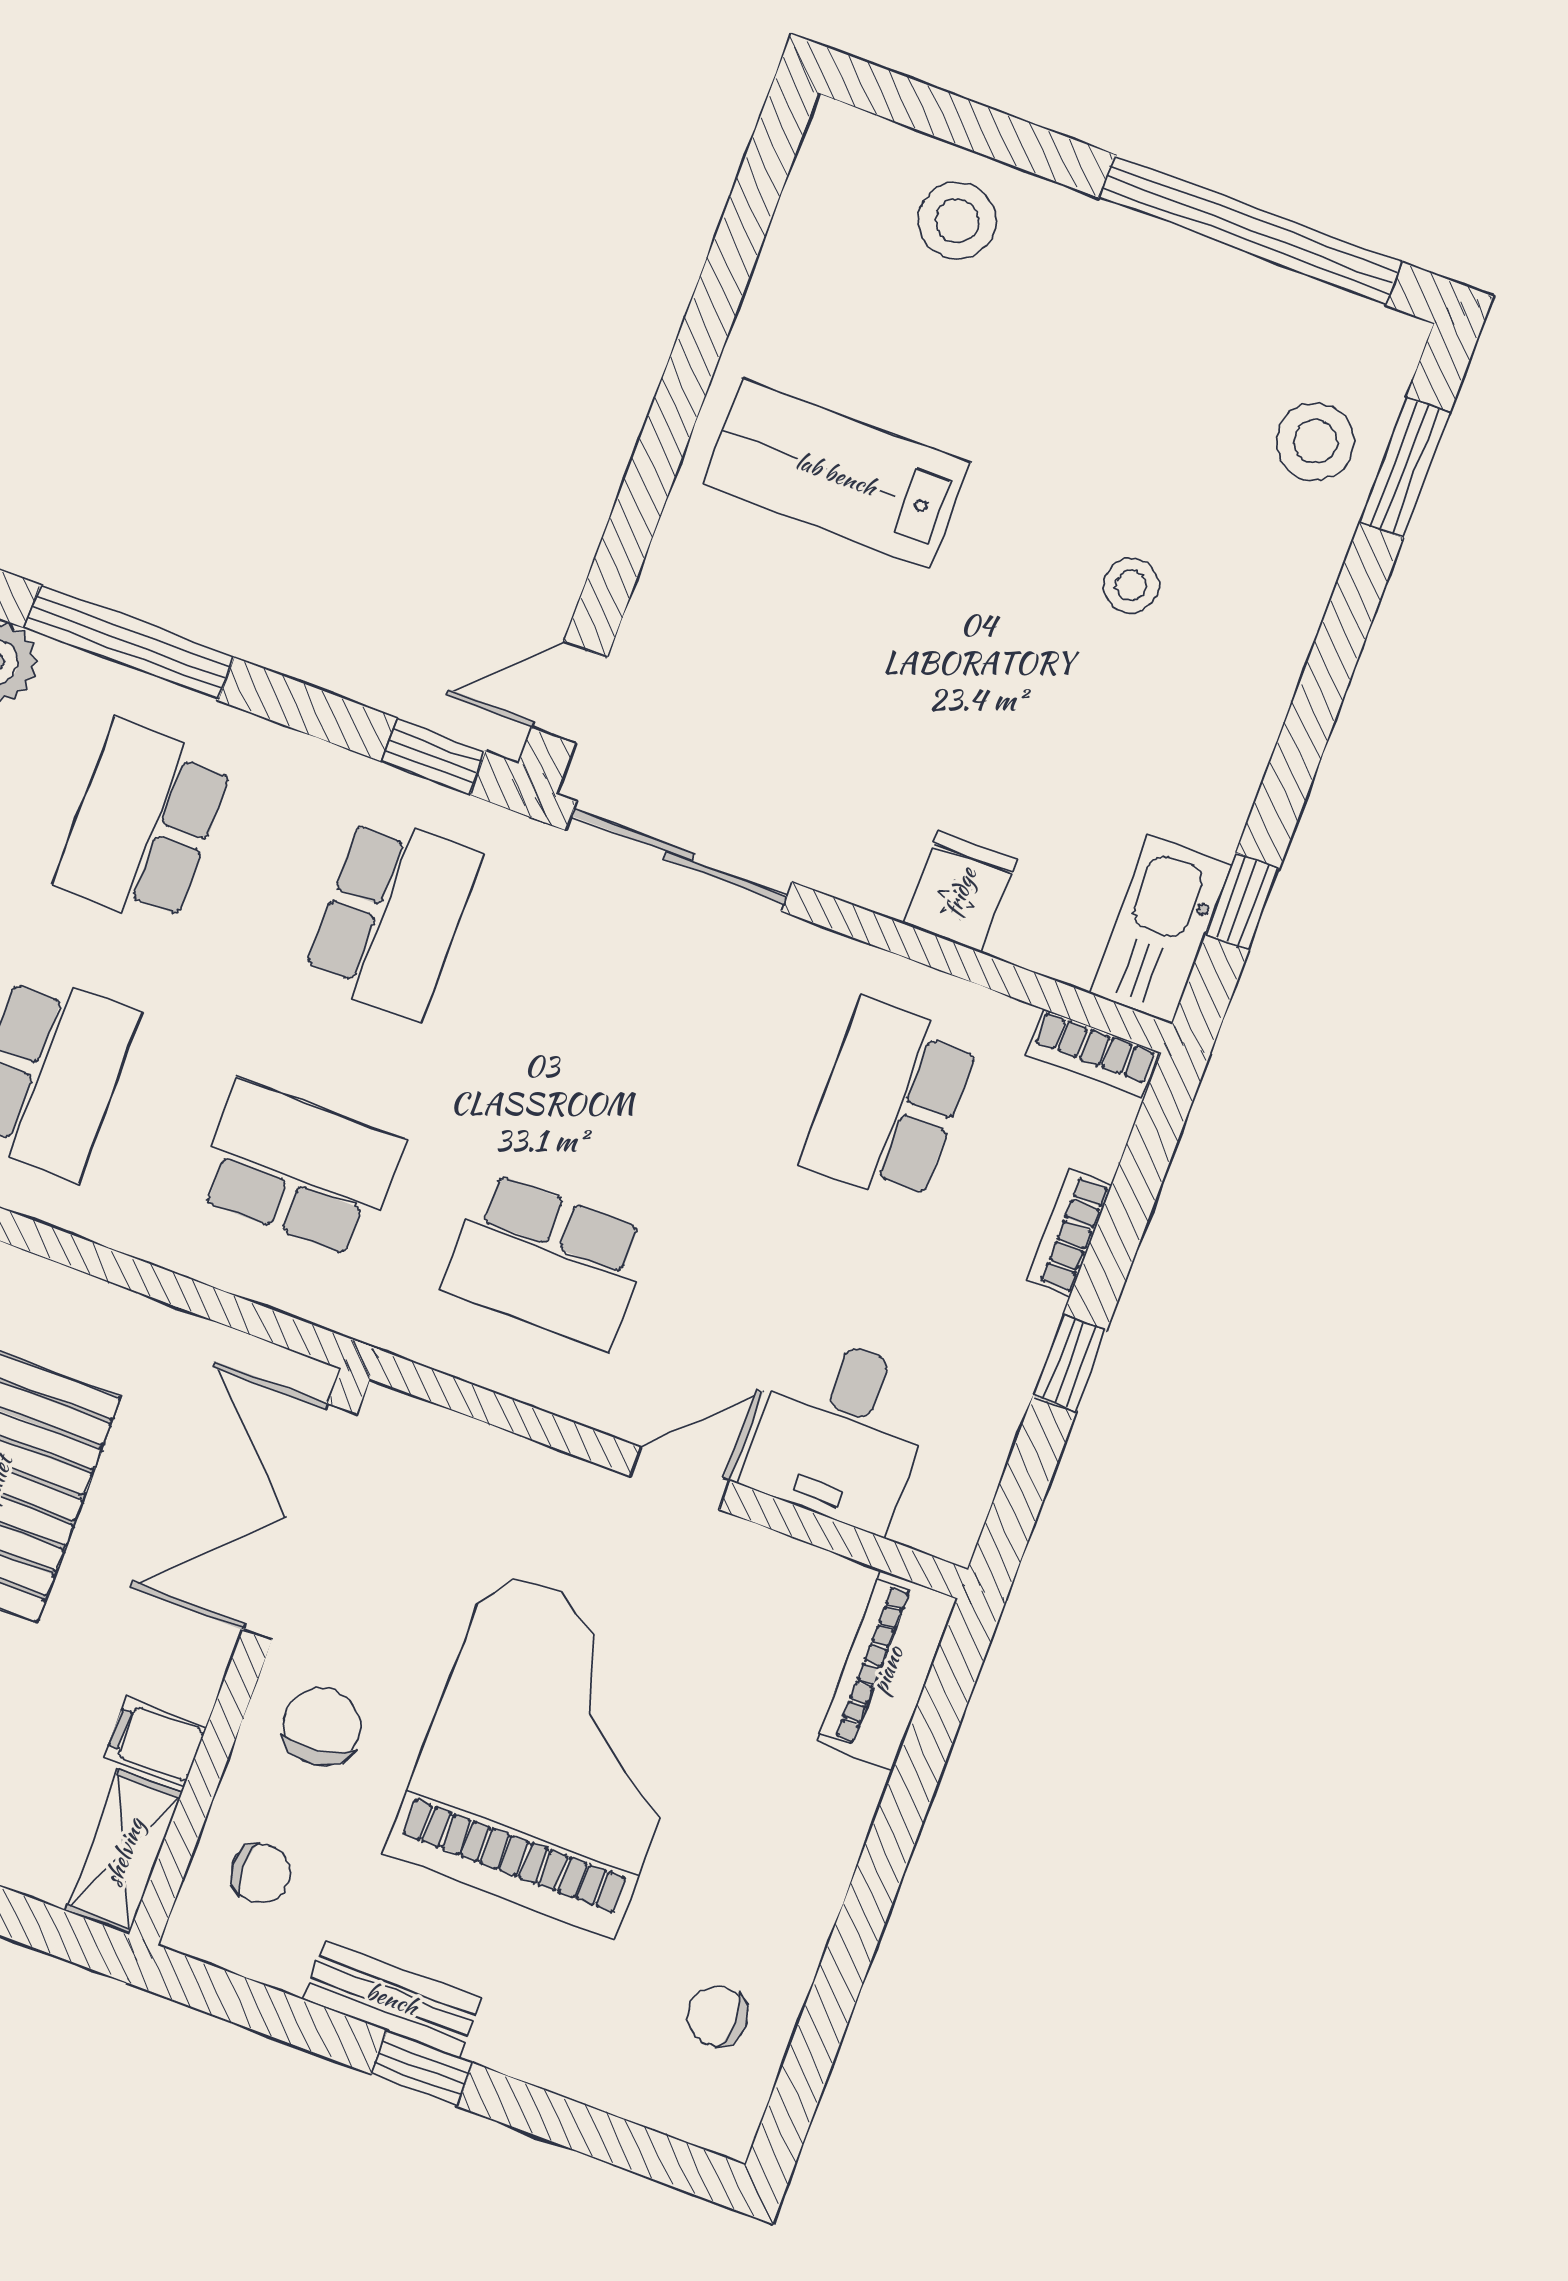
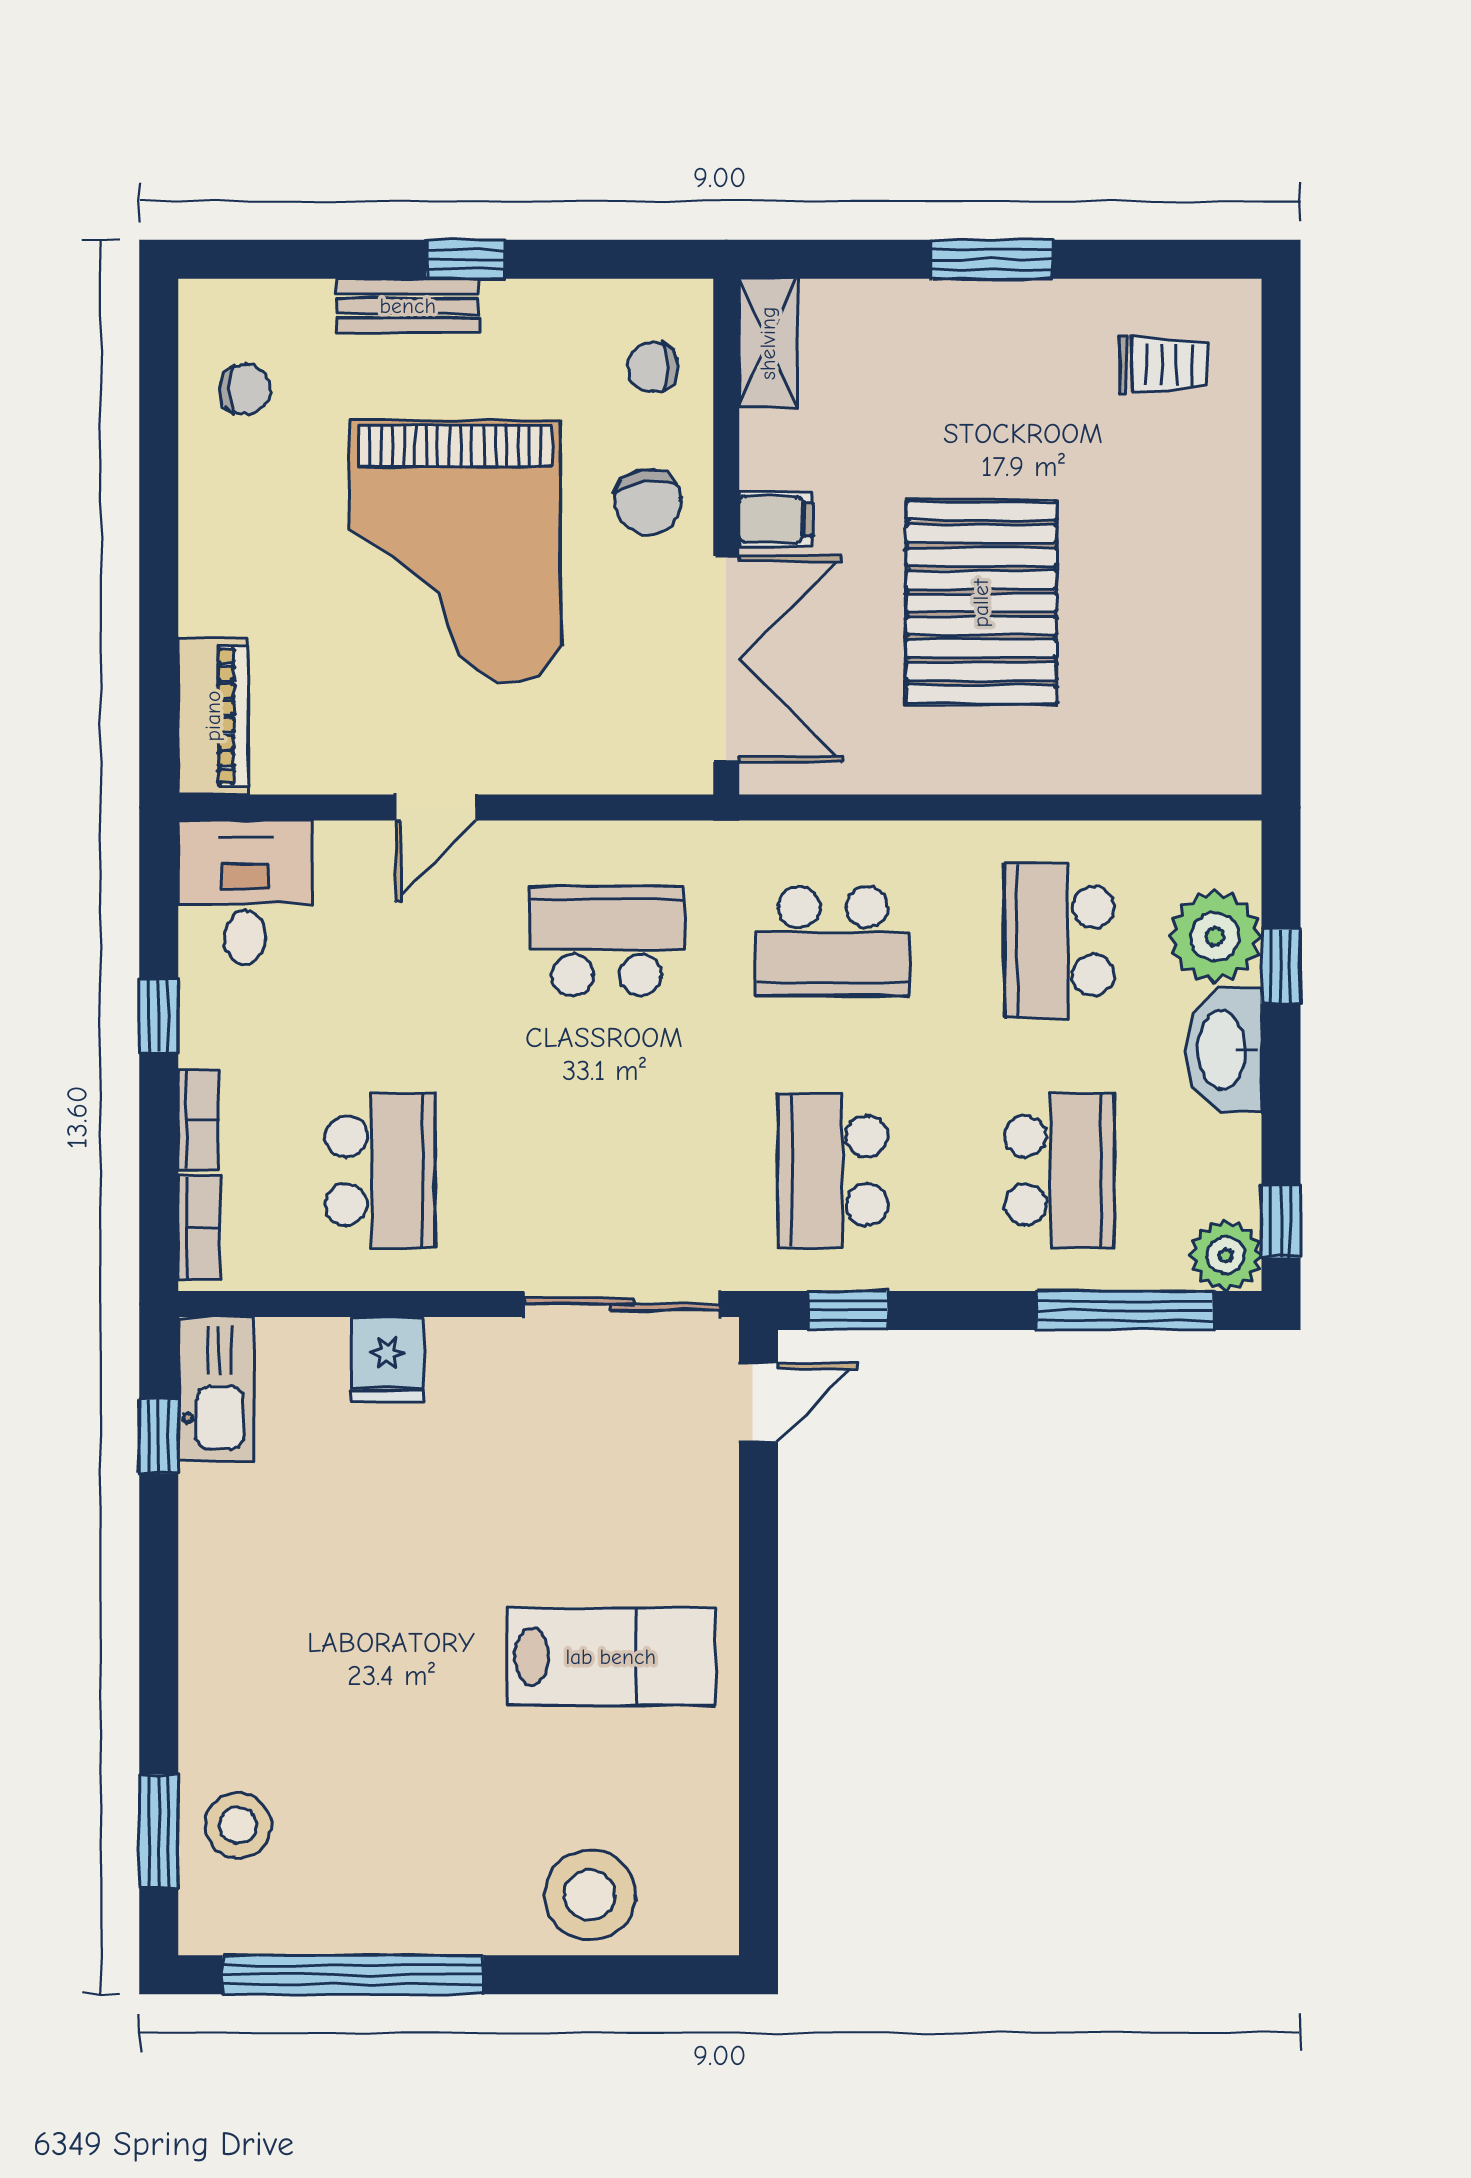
stool: (957, 221) -> (590, 1895), width x1.38, depth x1.38
stool: (1131, 585) -> (342, 1655), removed
bookcase: (1093, 1053) -> (199, 1228), moved, turned 90
desk: (840, 1432) -> (245, 893), moved
filing cabinet: (155, 1742) -> (776, 519), moved
bench: (392, 1999) -> (408, 306), moved

